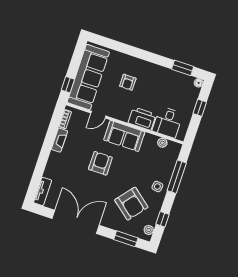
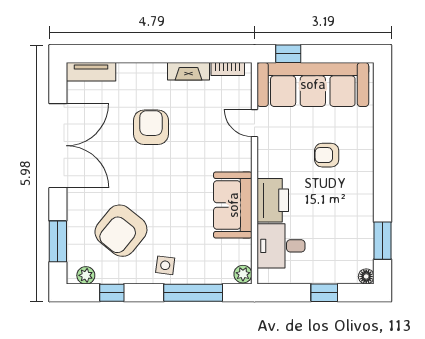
sofa: (124, 136) -> (233, 205), moved
plant: (162, 143) -> (243, 274), moved
armchair: (100, 163) -> (151, 127), moved, turned -90

